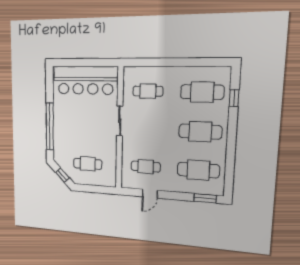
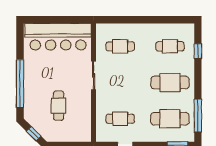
cafe table: (202, 92) -> (170, 46), width x0.73, depth x0.74
cafe table: (88, 164) -> (59, 106), moved, turned 90
window: (230, 169) -> (198, 115), added

